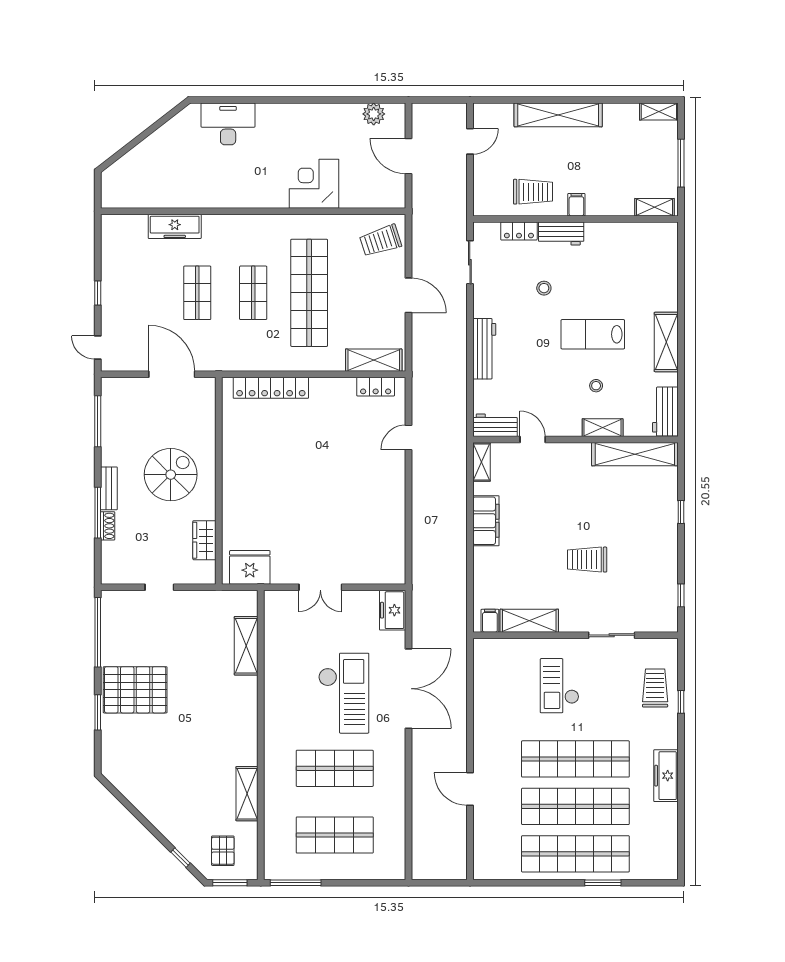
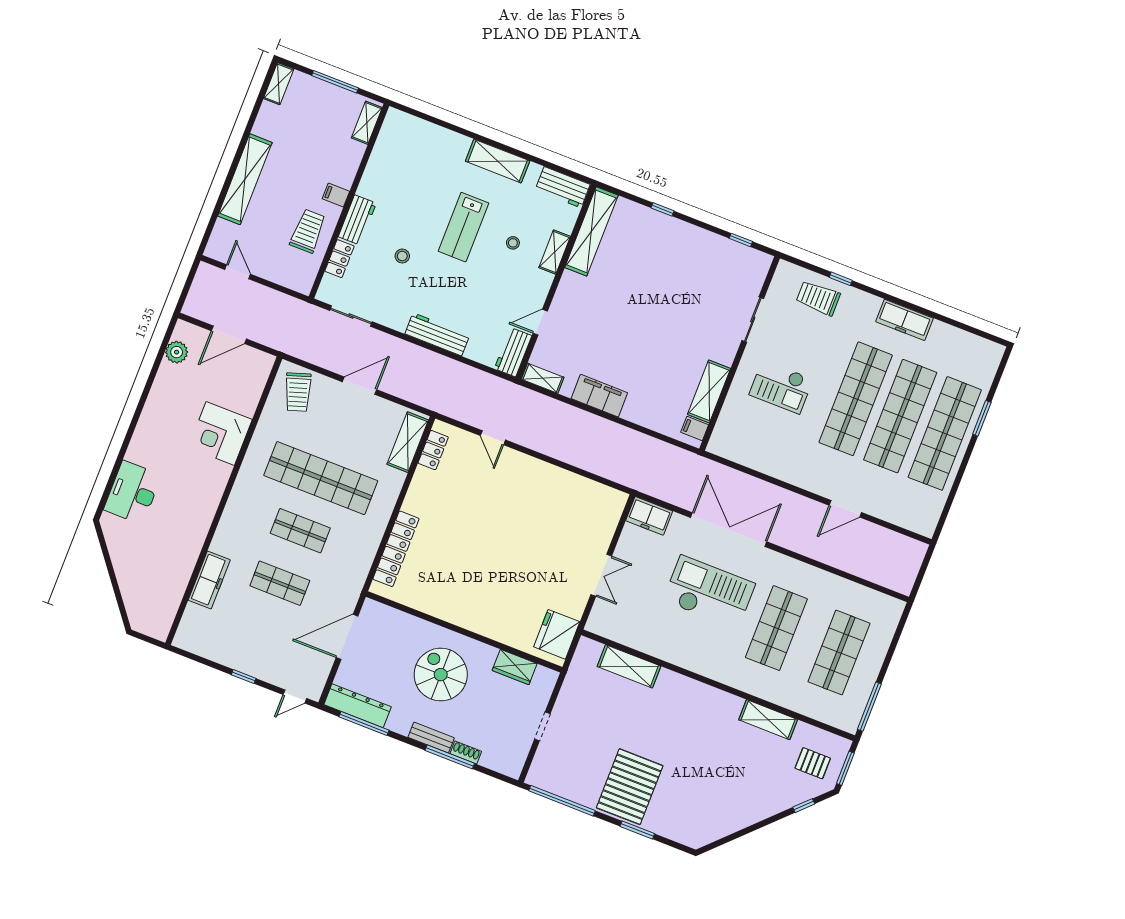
dresser: (112, 409) -> (358, 706), added
trolley: (587, 560) -> (673, 315), removed

